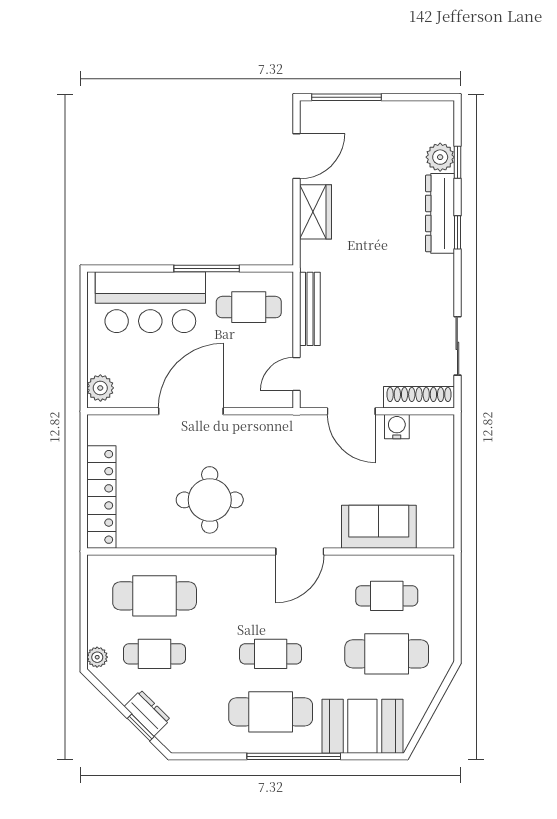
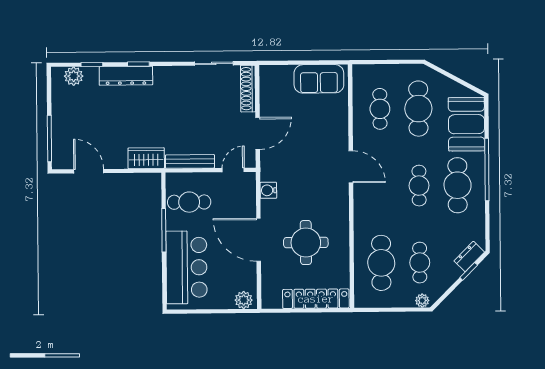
plant: (440, 157) -> (74, 76), moved
wardrobe: (315, 212) -> (146, 158), moved
cafe table: (249, 307) -> (189, 202), turned 90
door: (297, 374) -> (233, 170), swing flipped
water cooler: (397, 427) -> (268, 190), moved
round table: (210, 500) -> (306, 243), moved
sofa: (379, 527) -> (319, 79), moved, turned -90
dresser: (147, 713) -> (469, 256), moved

